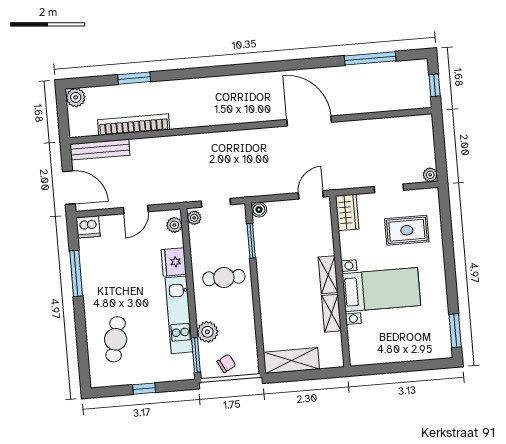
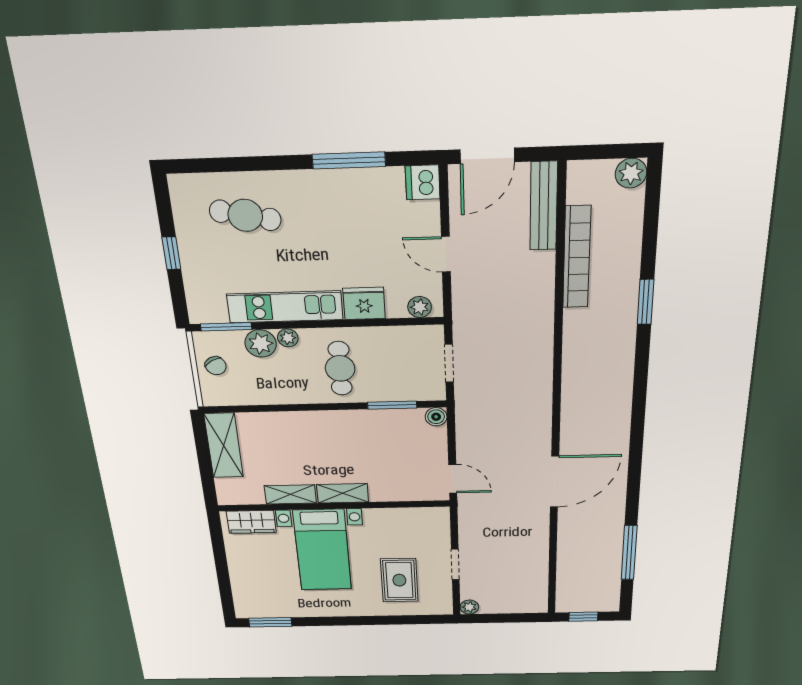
window: (134, 78) -> (646, 302), moved
wardrobe: (347, 212) -> (251, 522), moved
plant: (194, 218) -> (288, 338), moved

